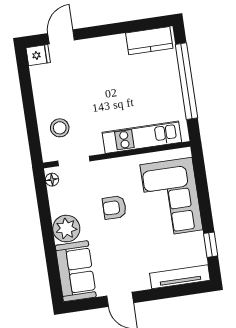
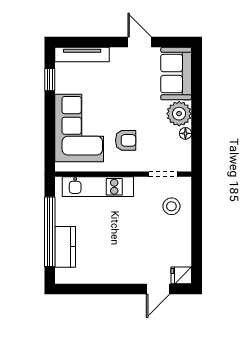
kitchen counter: (149, 41) -> (65, 247), moved, turned 90
floor lamp: (52, 180) -> (185, 133), moved
armchair: (114, 207) -> (126, 140), moved

